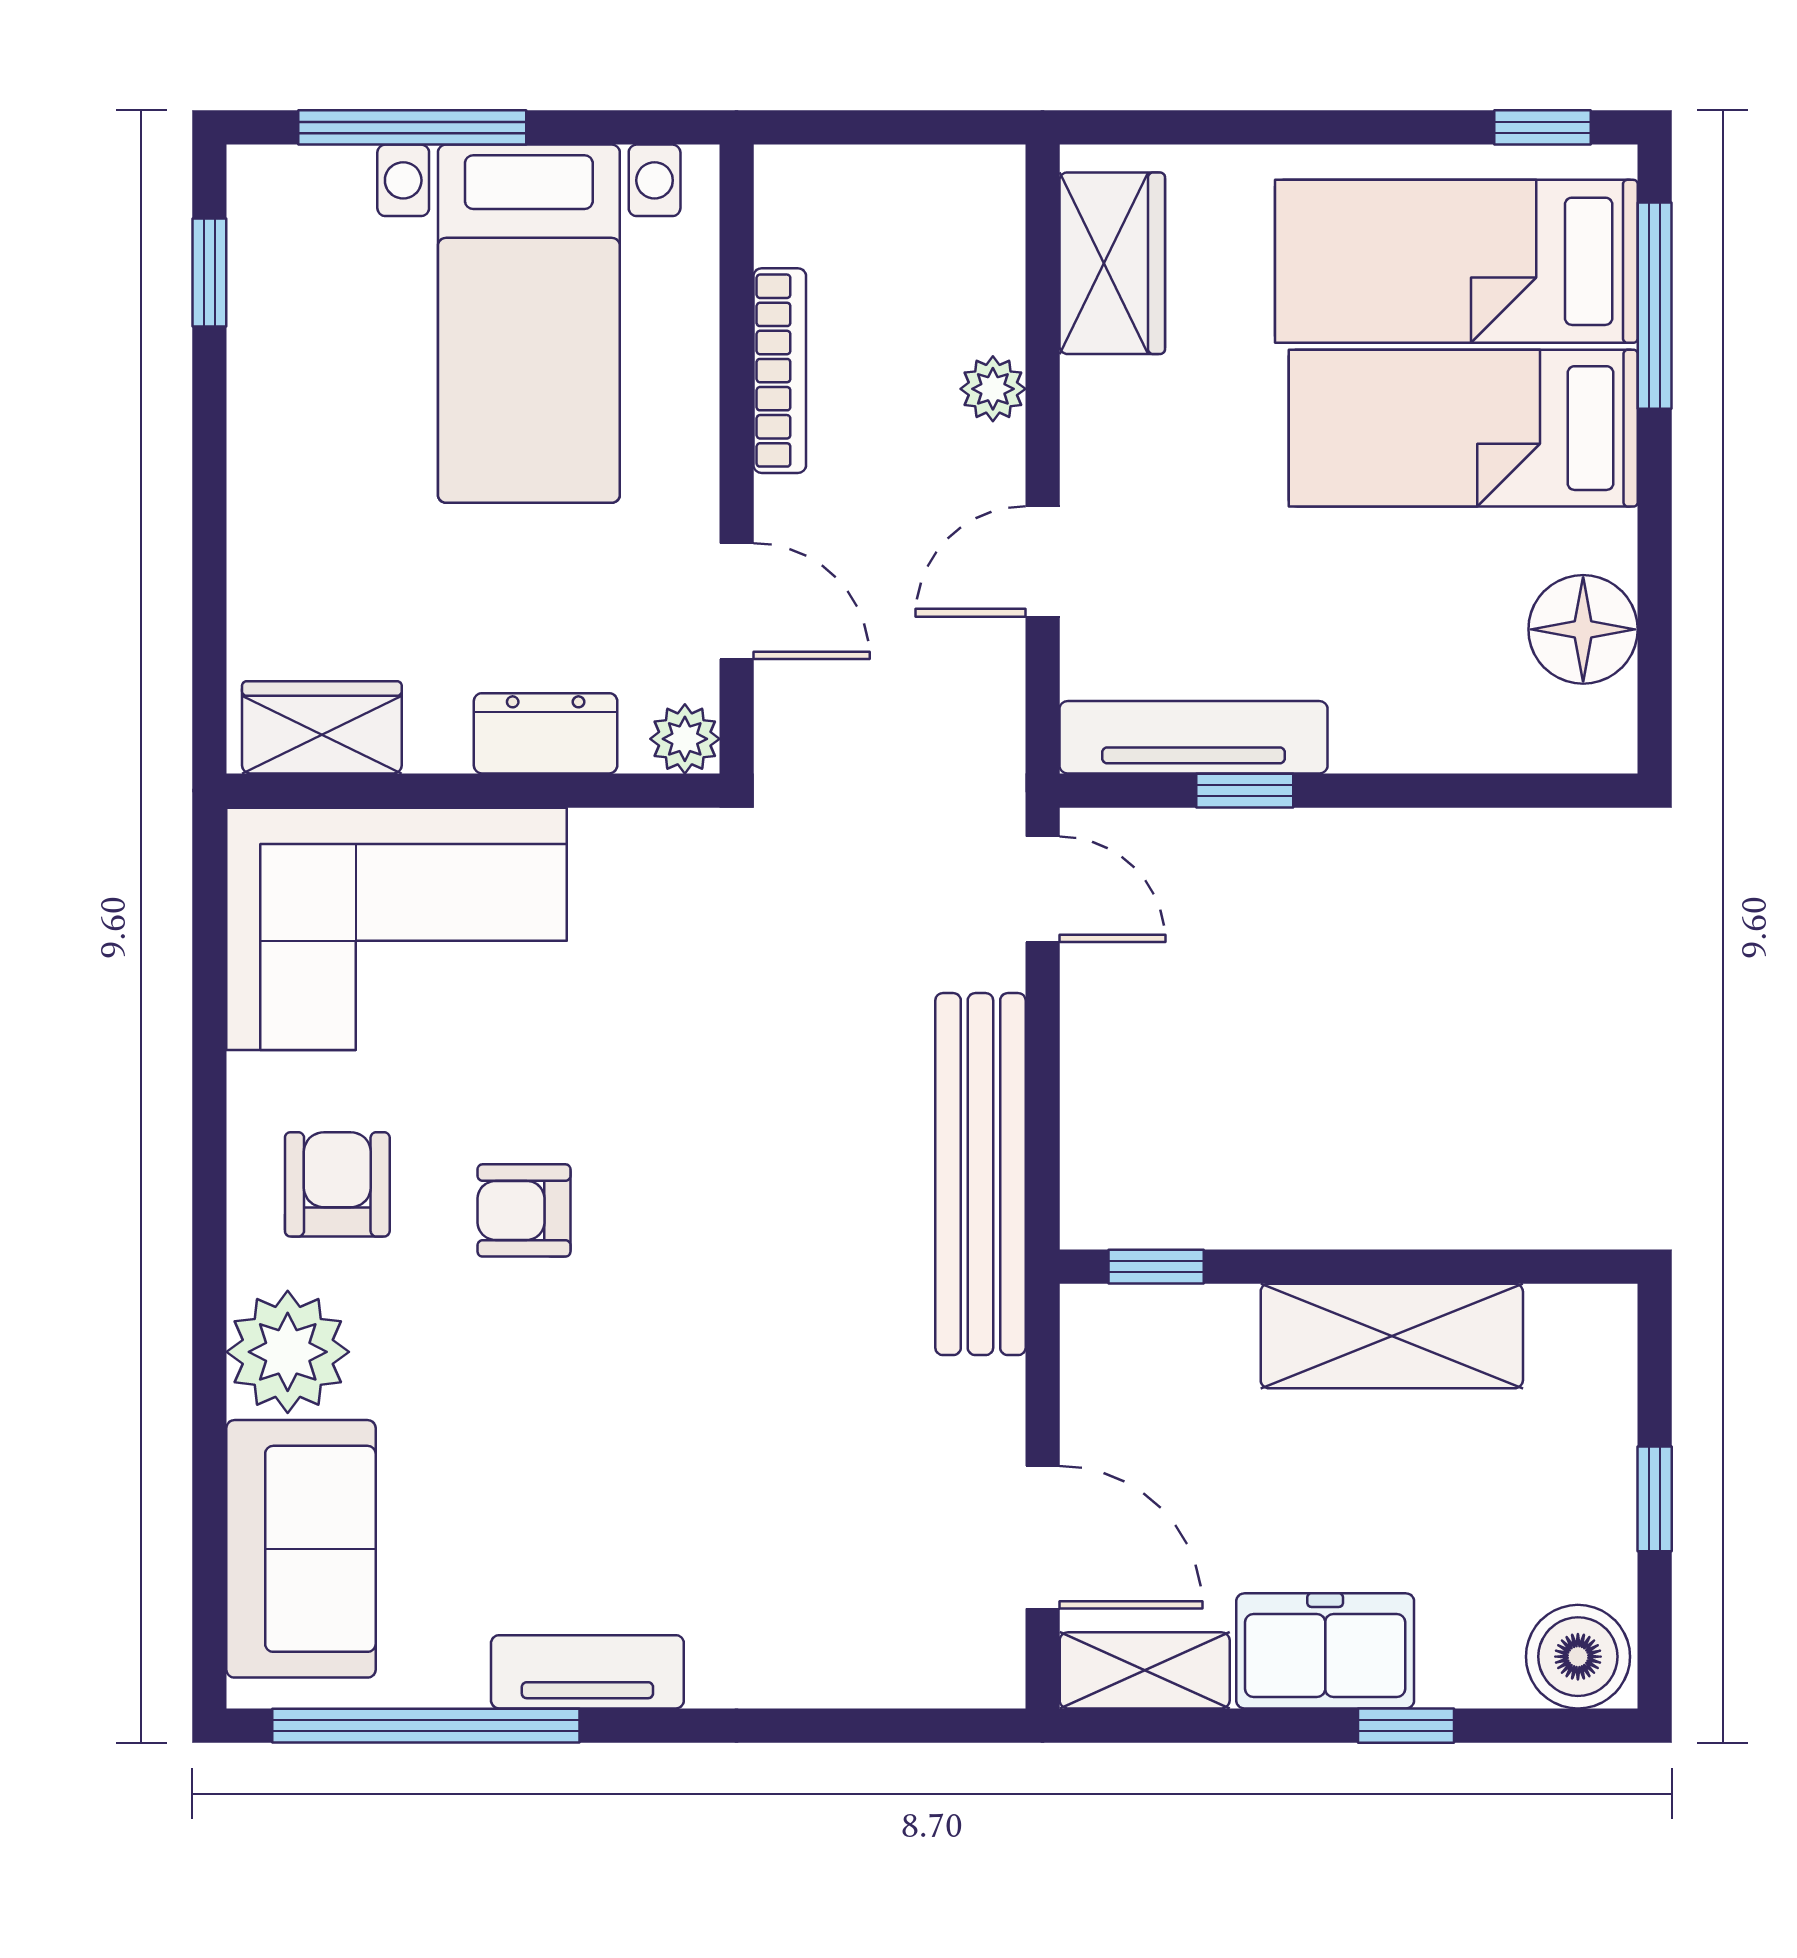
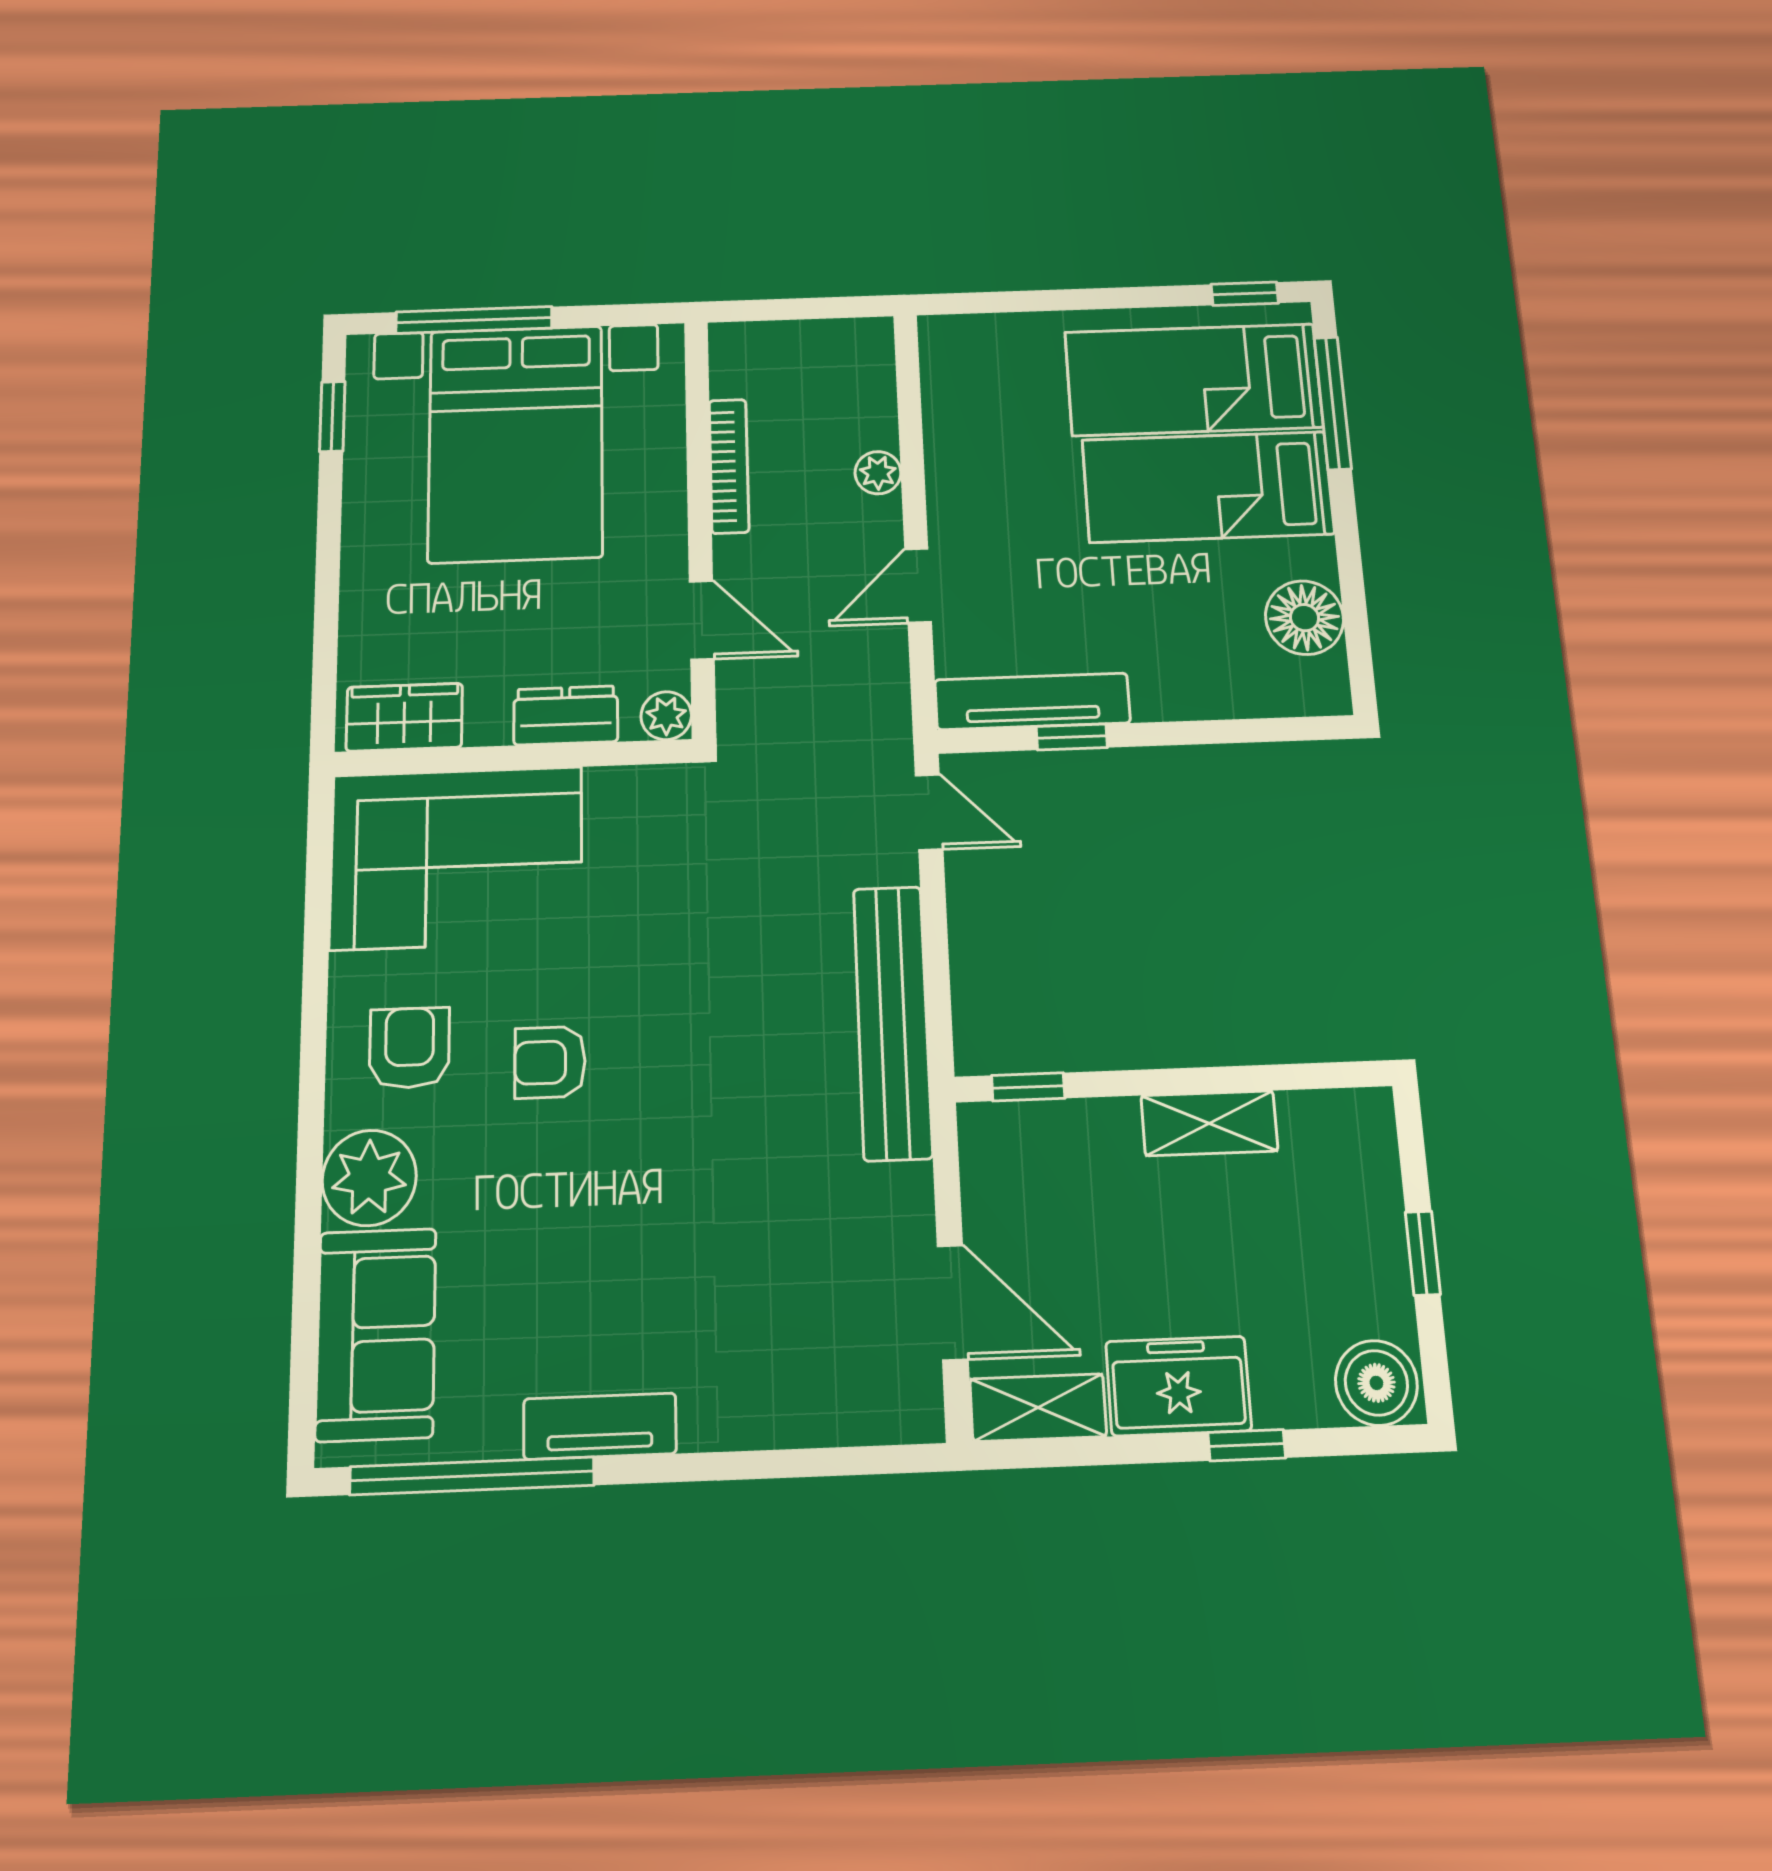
wardrobe: (1112, 263) -> (957, 389), removed
bed with nightstands: (529, 324) -> (516, 443), width x1.36
shelving: (1392, 1336) -> (1209, 1123), width x0.67, depth x0.75

